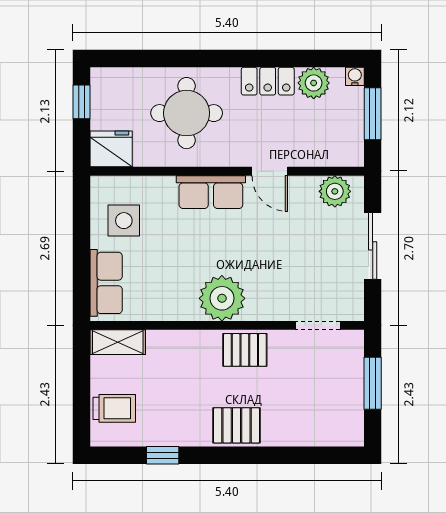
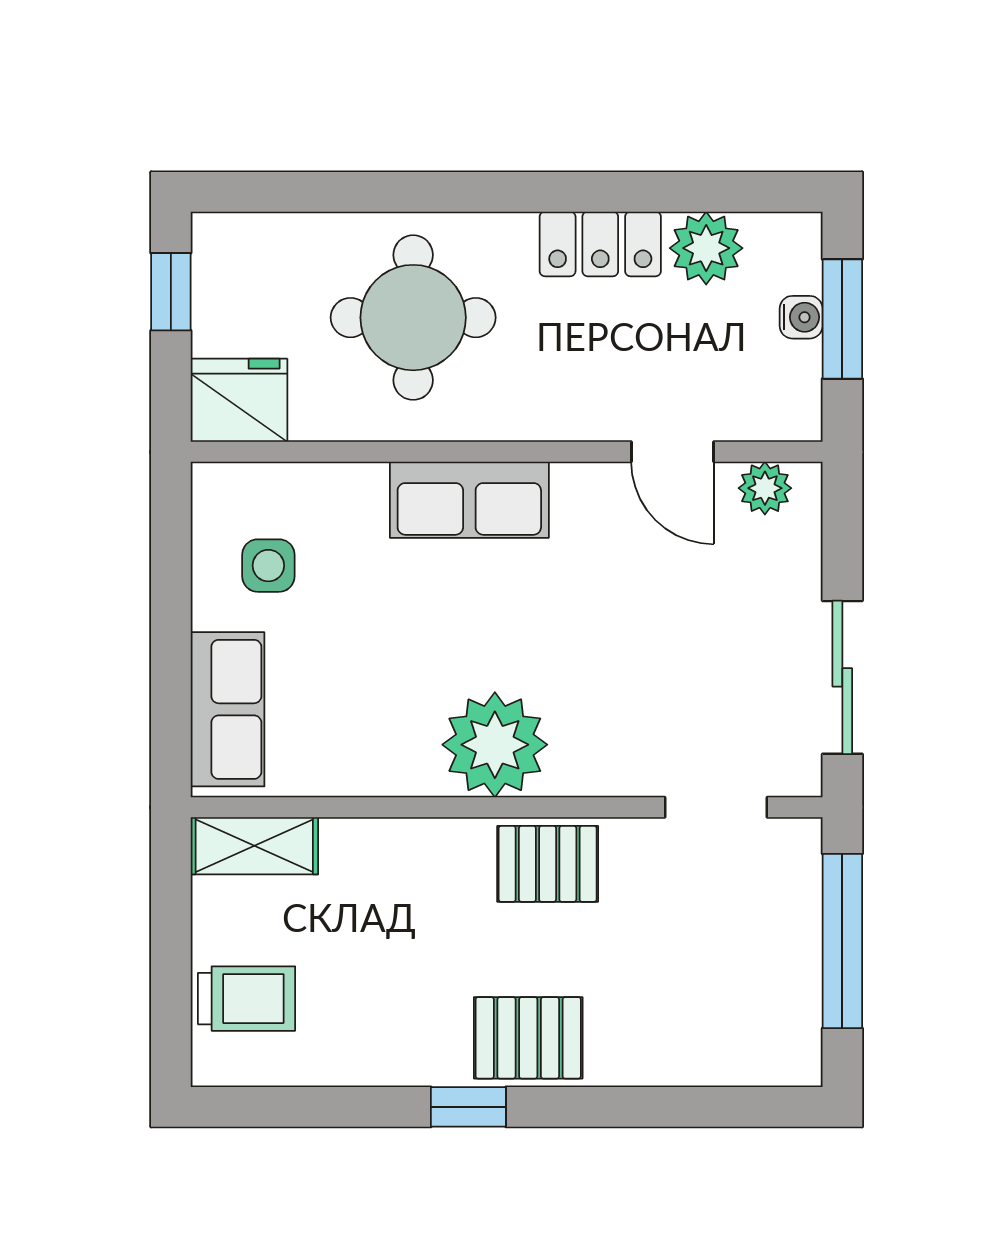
water cooler: (355, 76) -> (801, 317), moved, turned 90
door: (270, 171) -> (672, 452), moved
plant: (335, 191) -> (765, 488), width x0.73, depth x0.73
side table: (124, 221) -> (268, 566), width x0.73, depth x0.73
sliding door: (373, 246) -> (842, 677), moved
window: (373, 383) -> (842, 941), width x1.44
window: (163, 455) -> (468, 1107), moved

